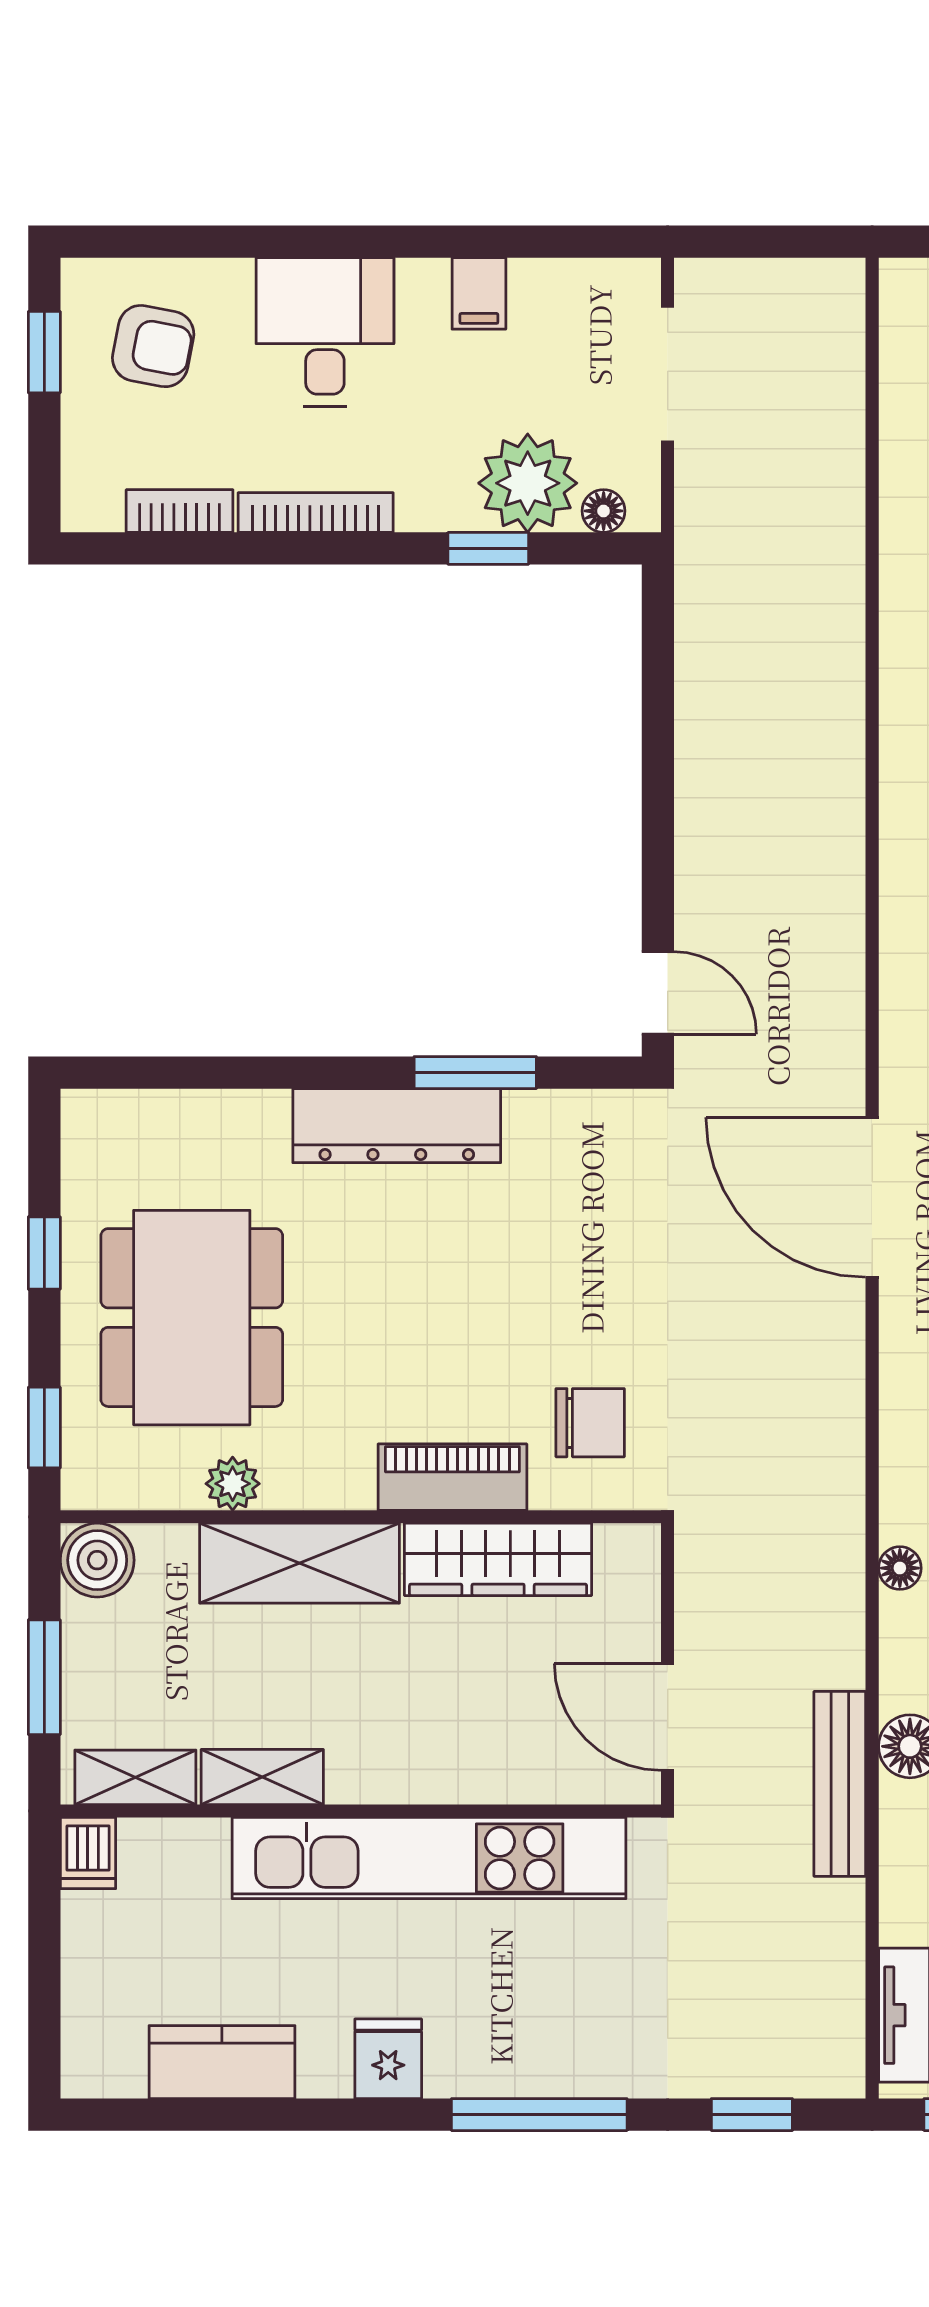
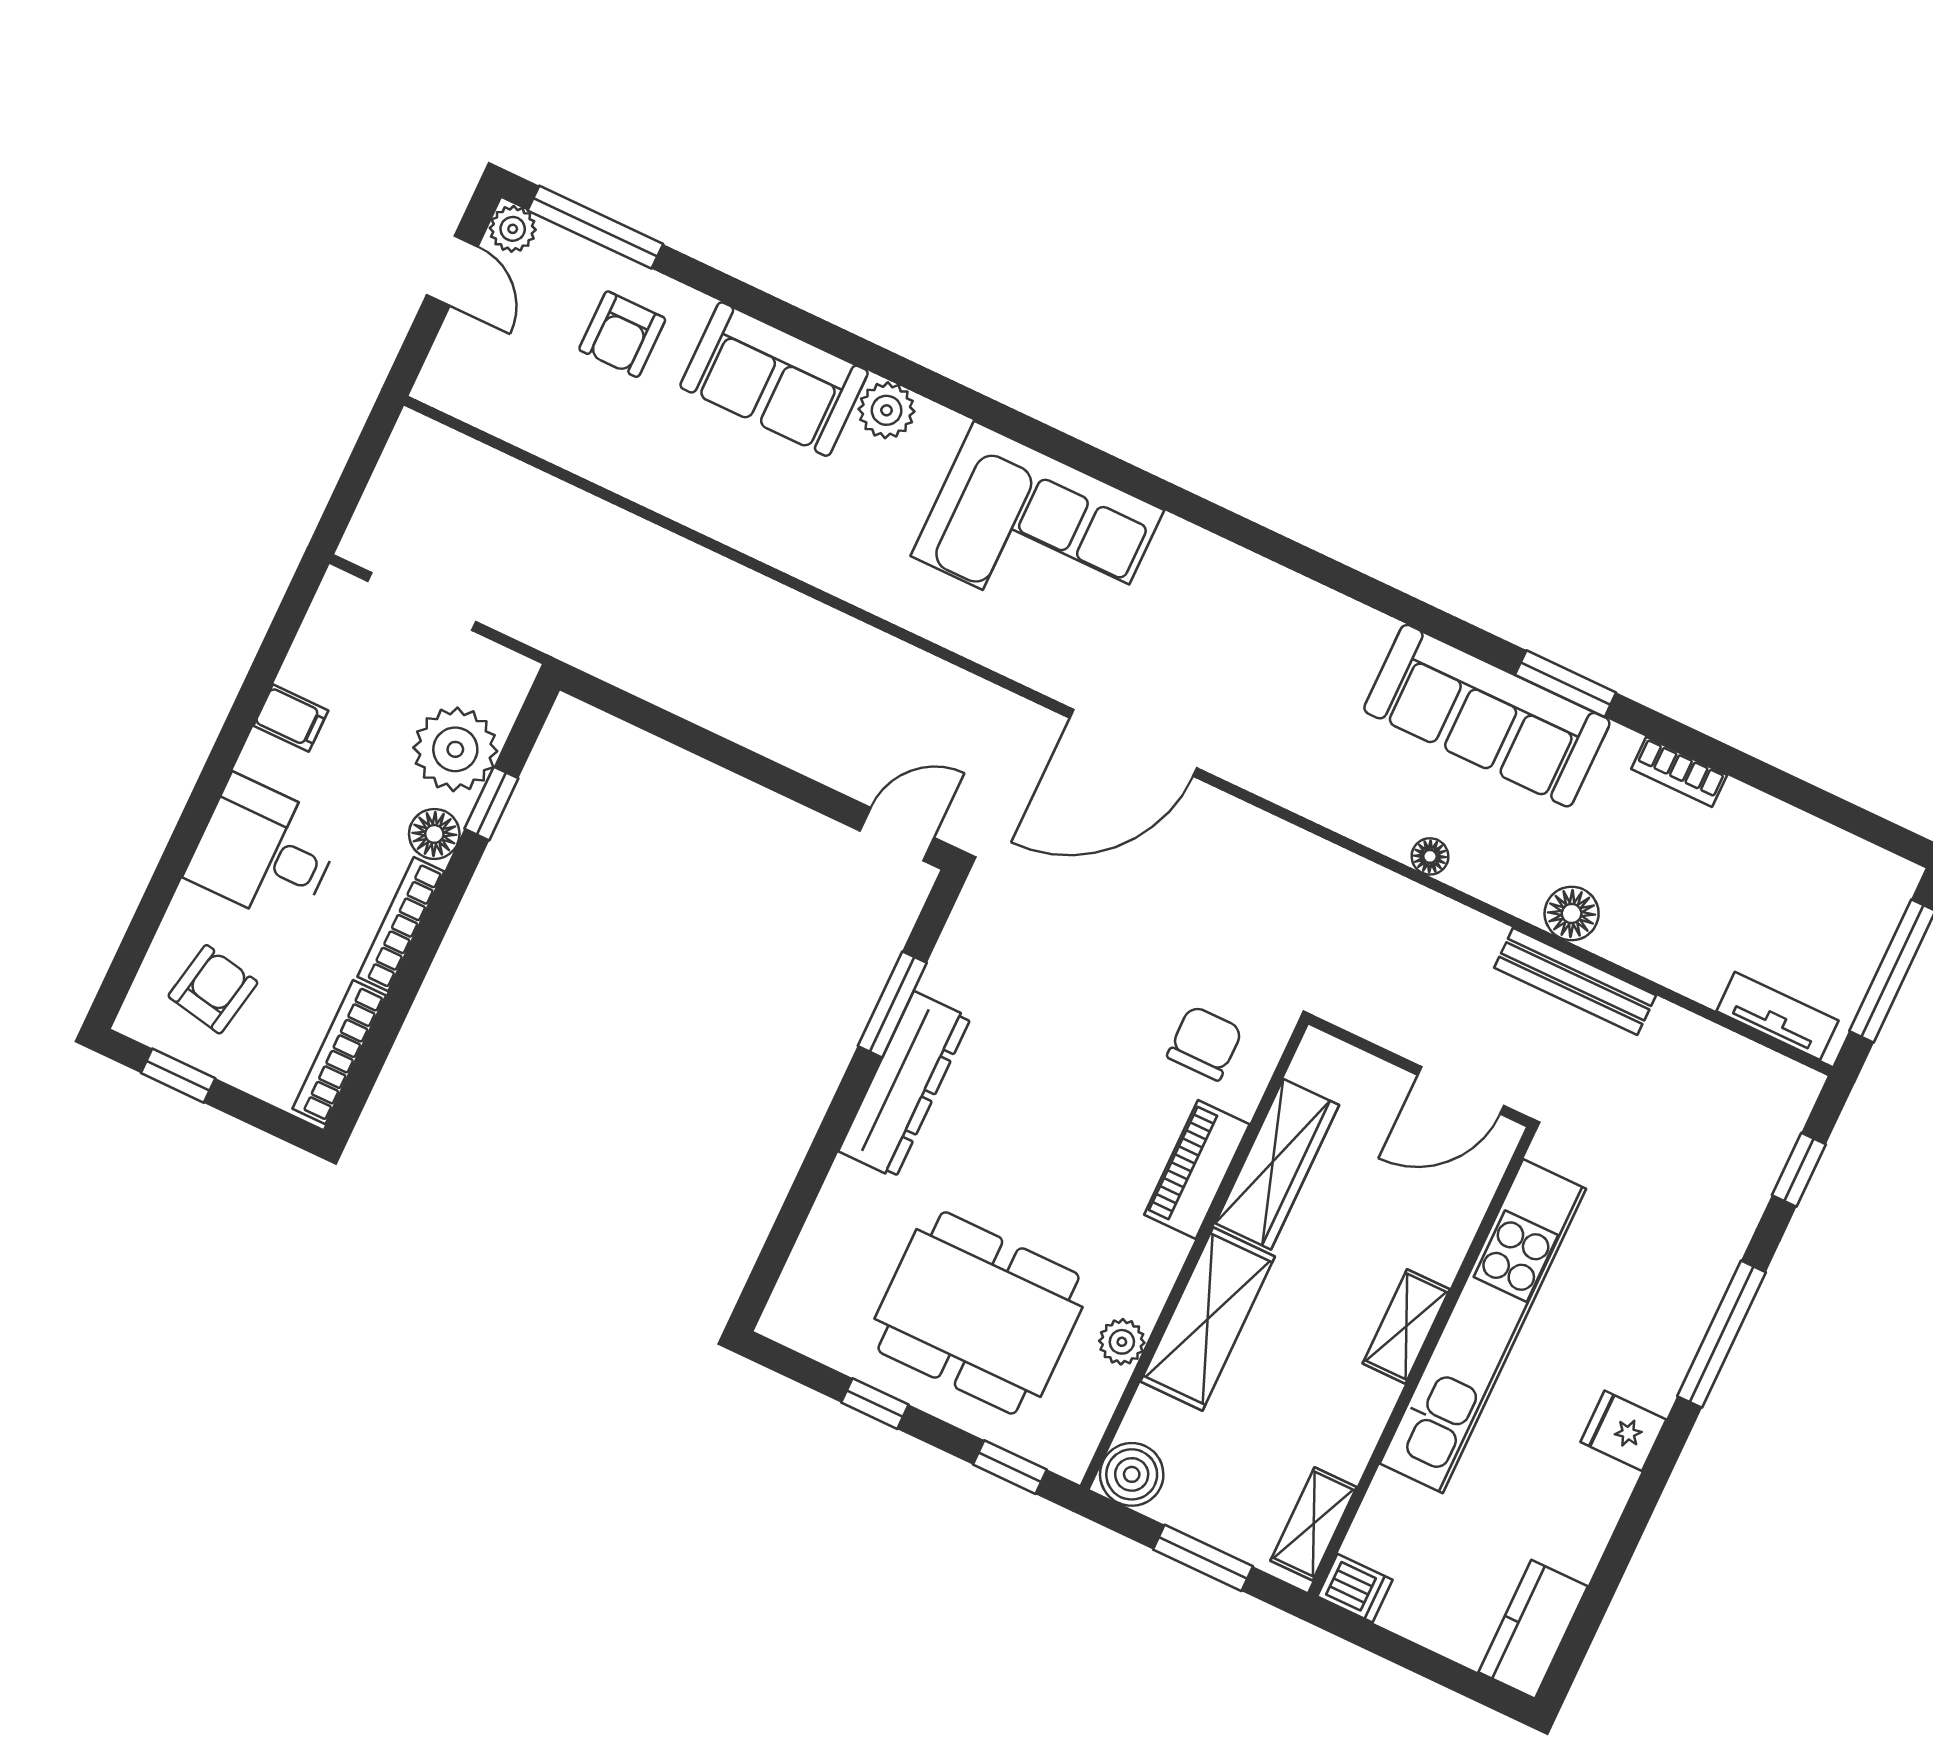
bookcase: (180, 511) -> (339, 1052), width x1.56
floor lamp: (604, 511) -> (434, 834), moved, width x1.37, depth x1.37
shelving: (262, 1777) -> (1406, 1326), moved
kitchen counter: (222, 2062) -> (1533, 1629), moved

